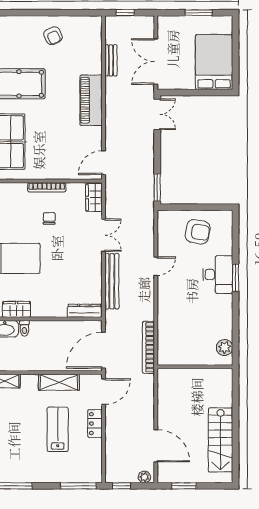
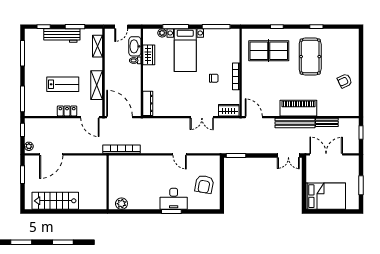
bench: (112, 281) -> (295, 123), moved

